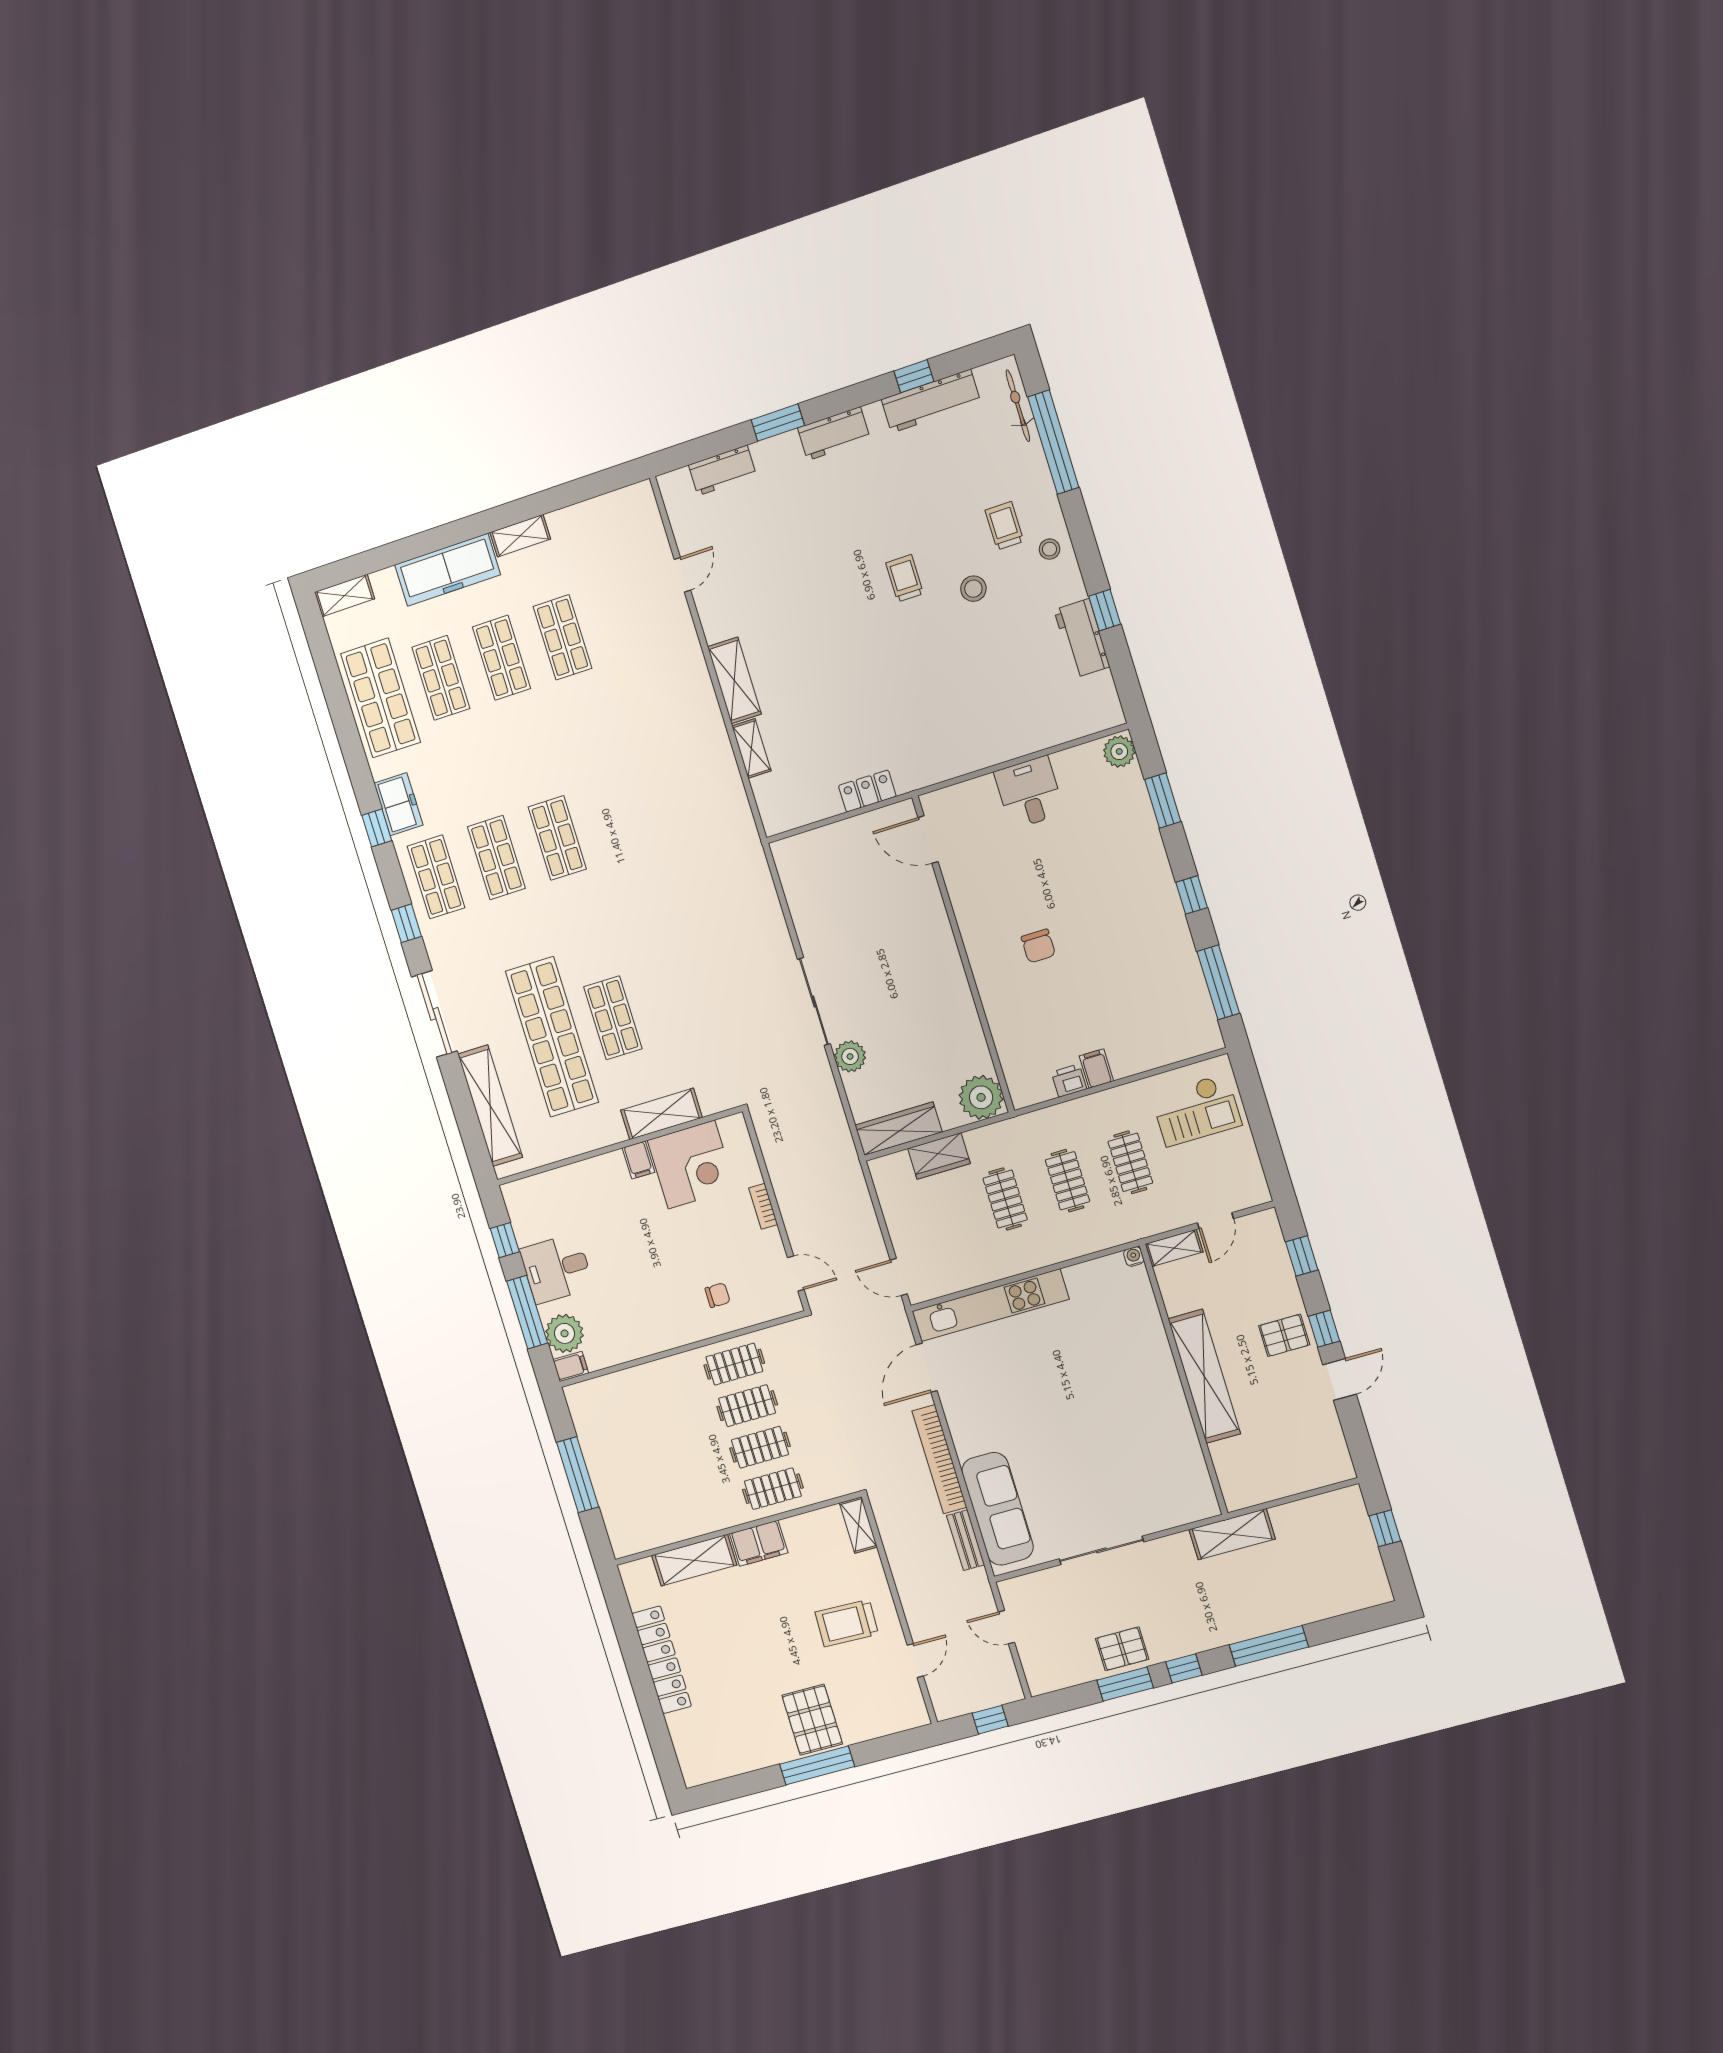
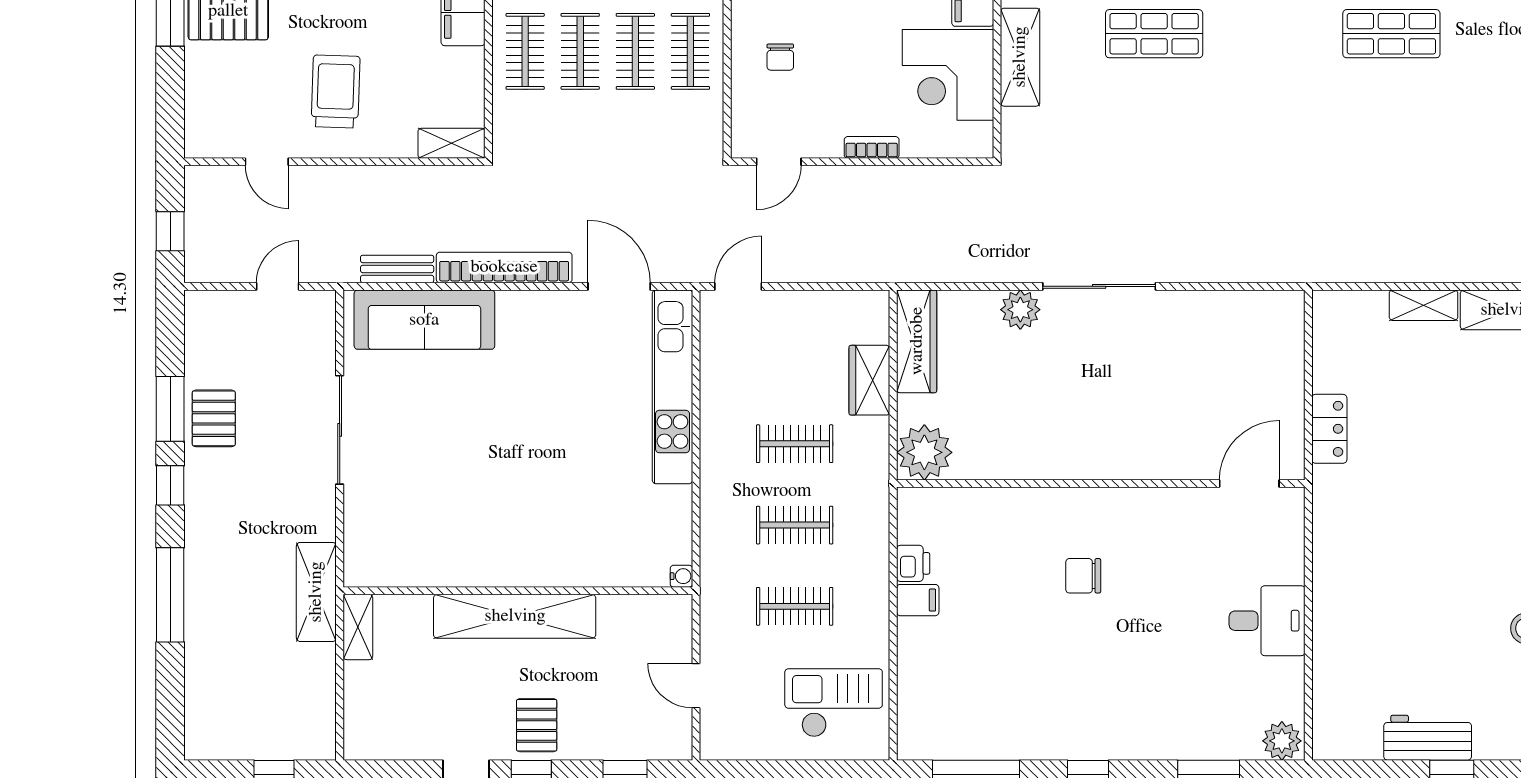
checkout: (1196, 1110) -> (834, 703), turned 90
shelving: (1174, 1248) -> (358, 627), moved

